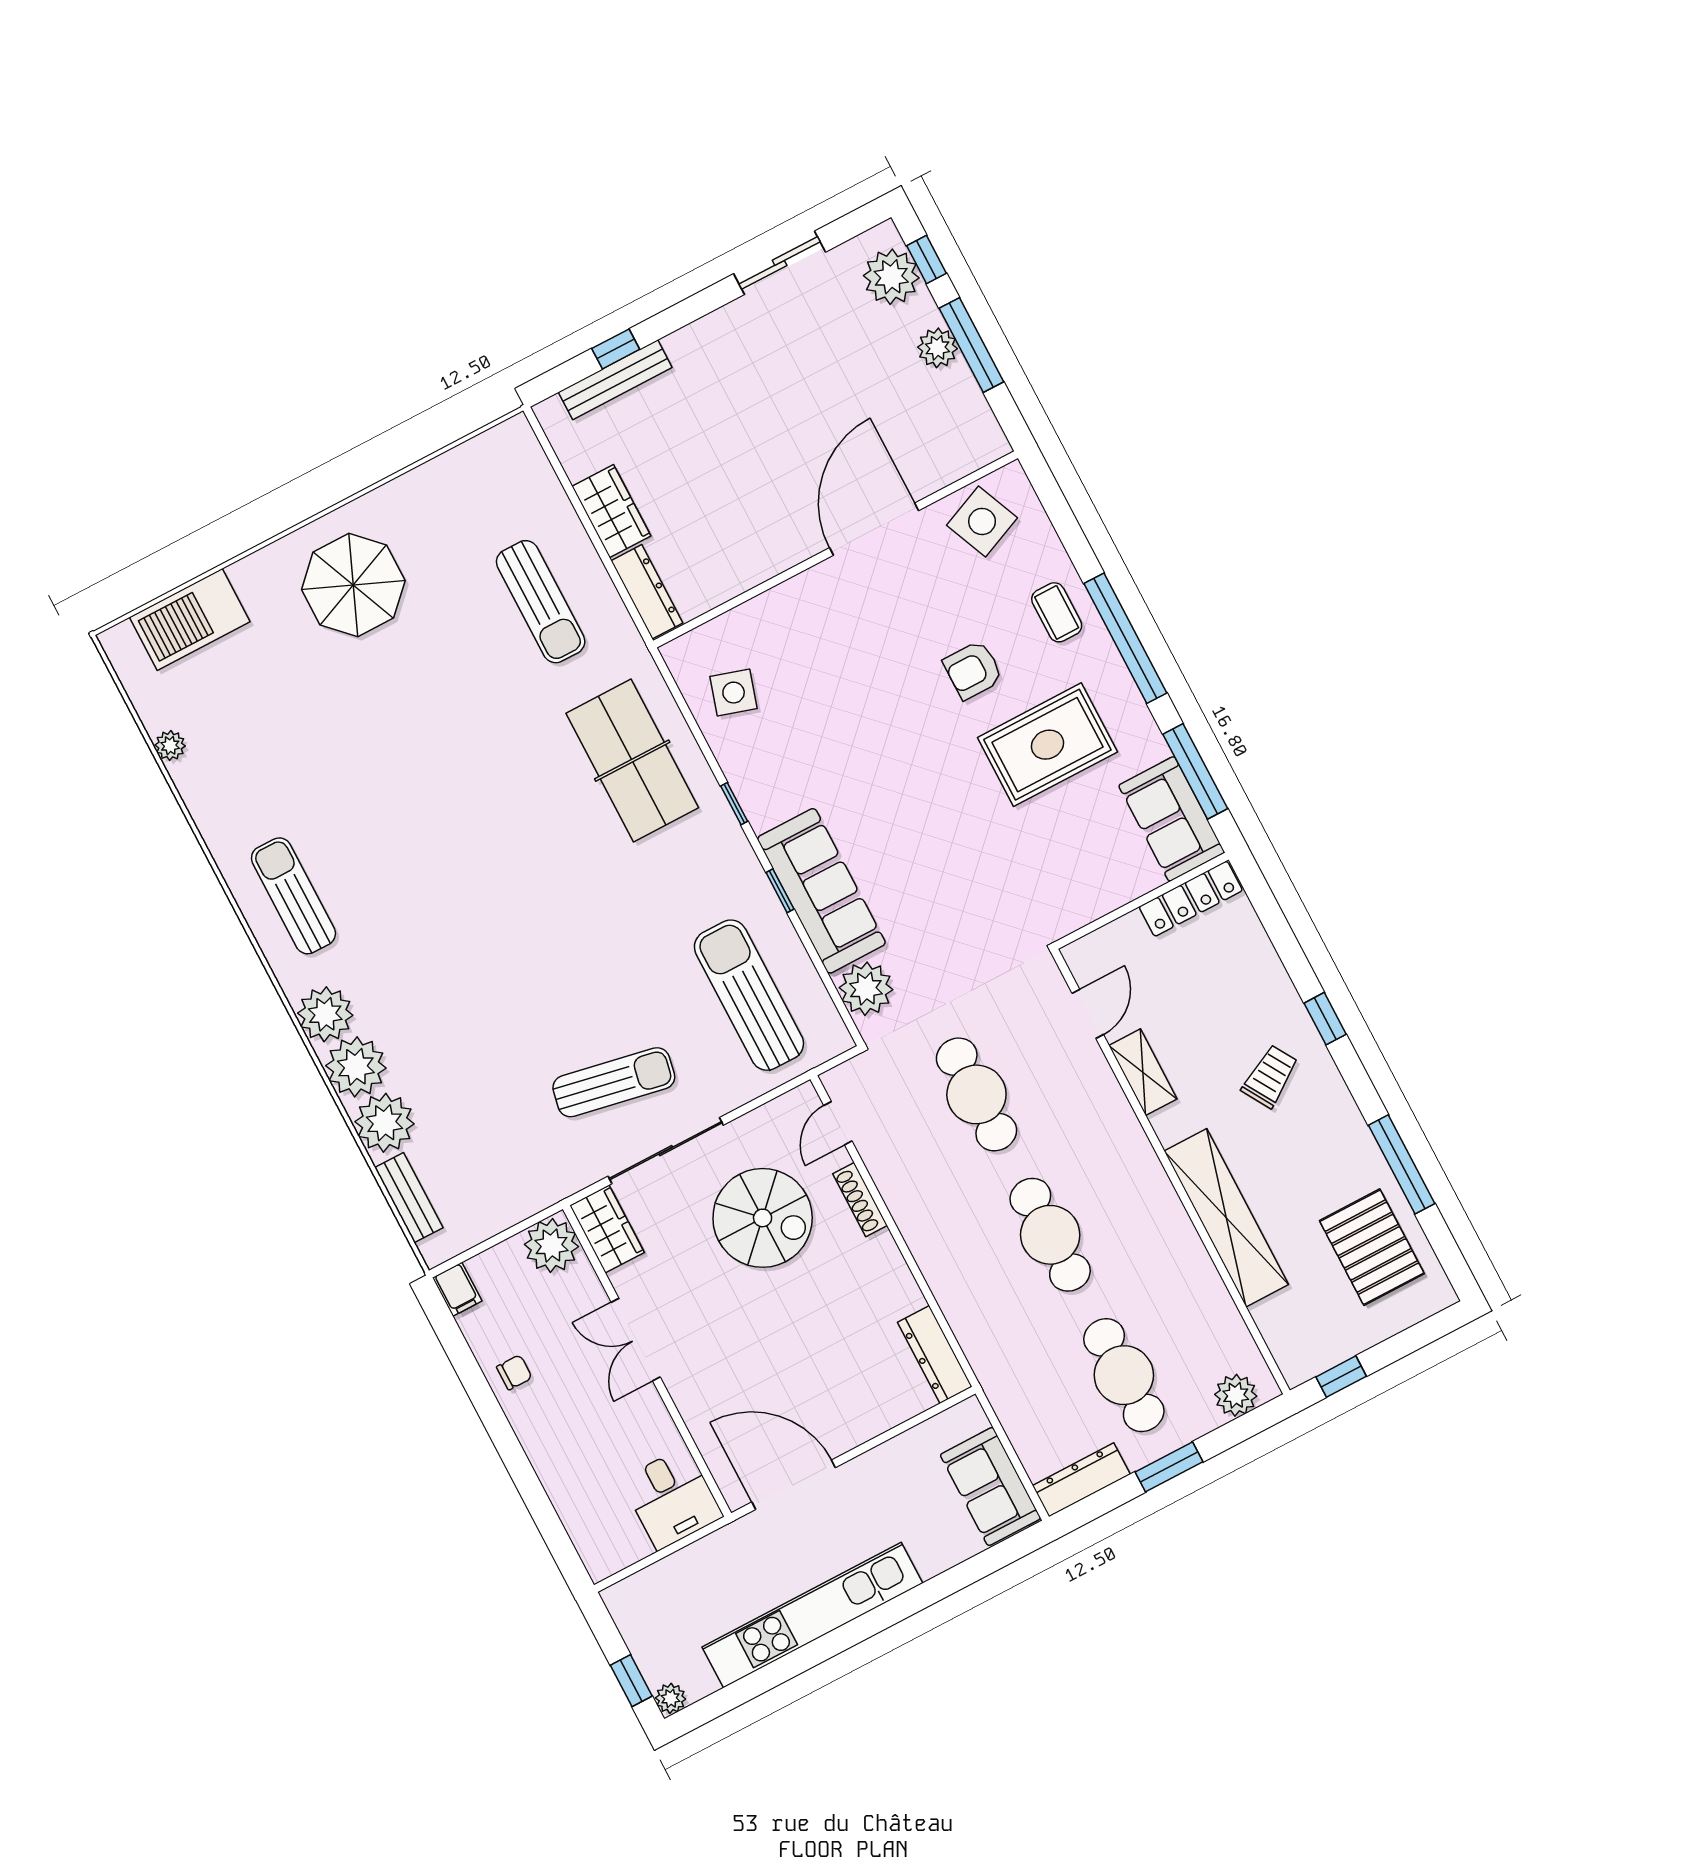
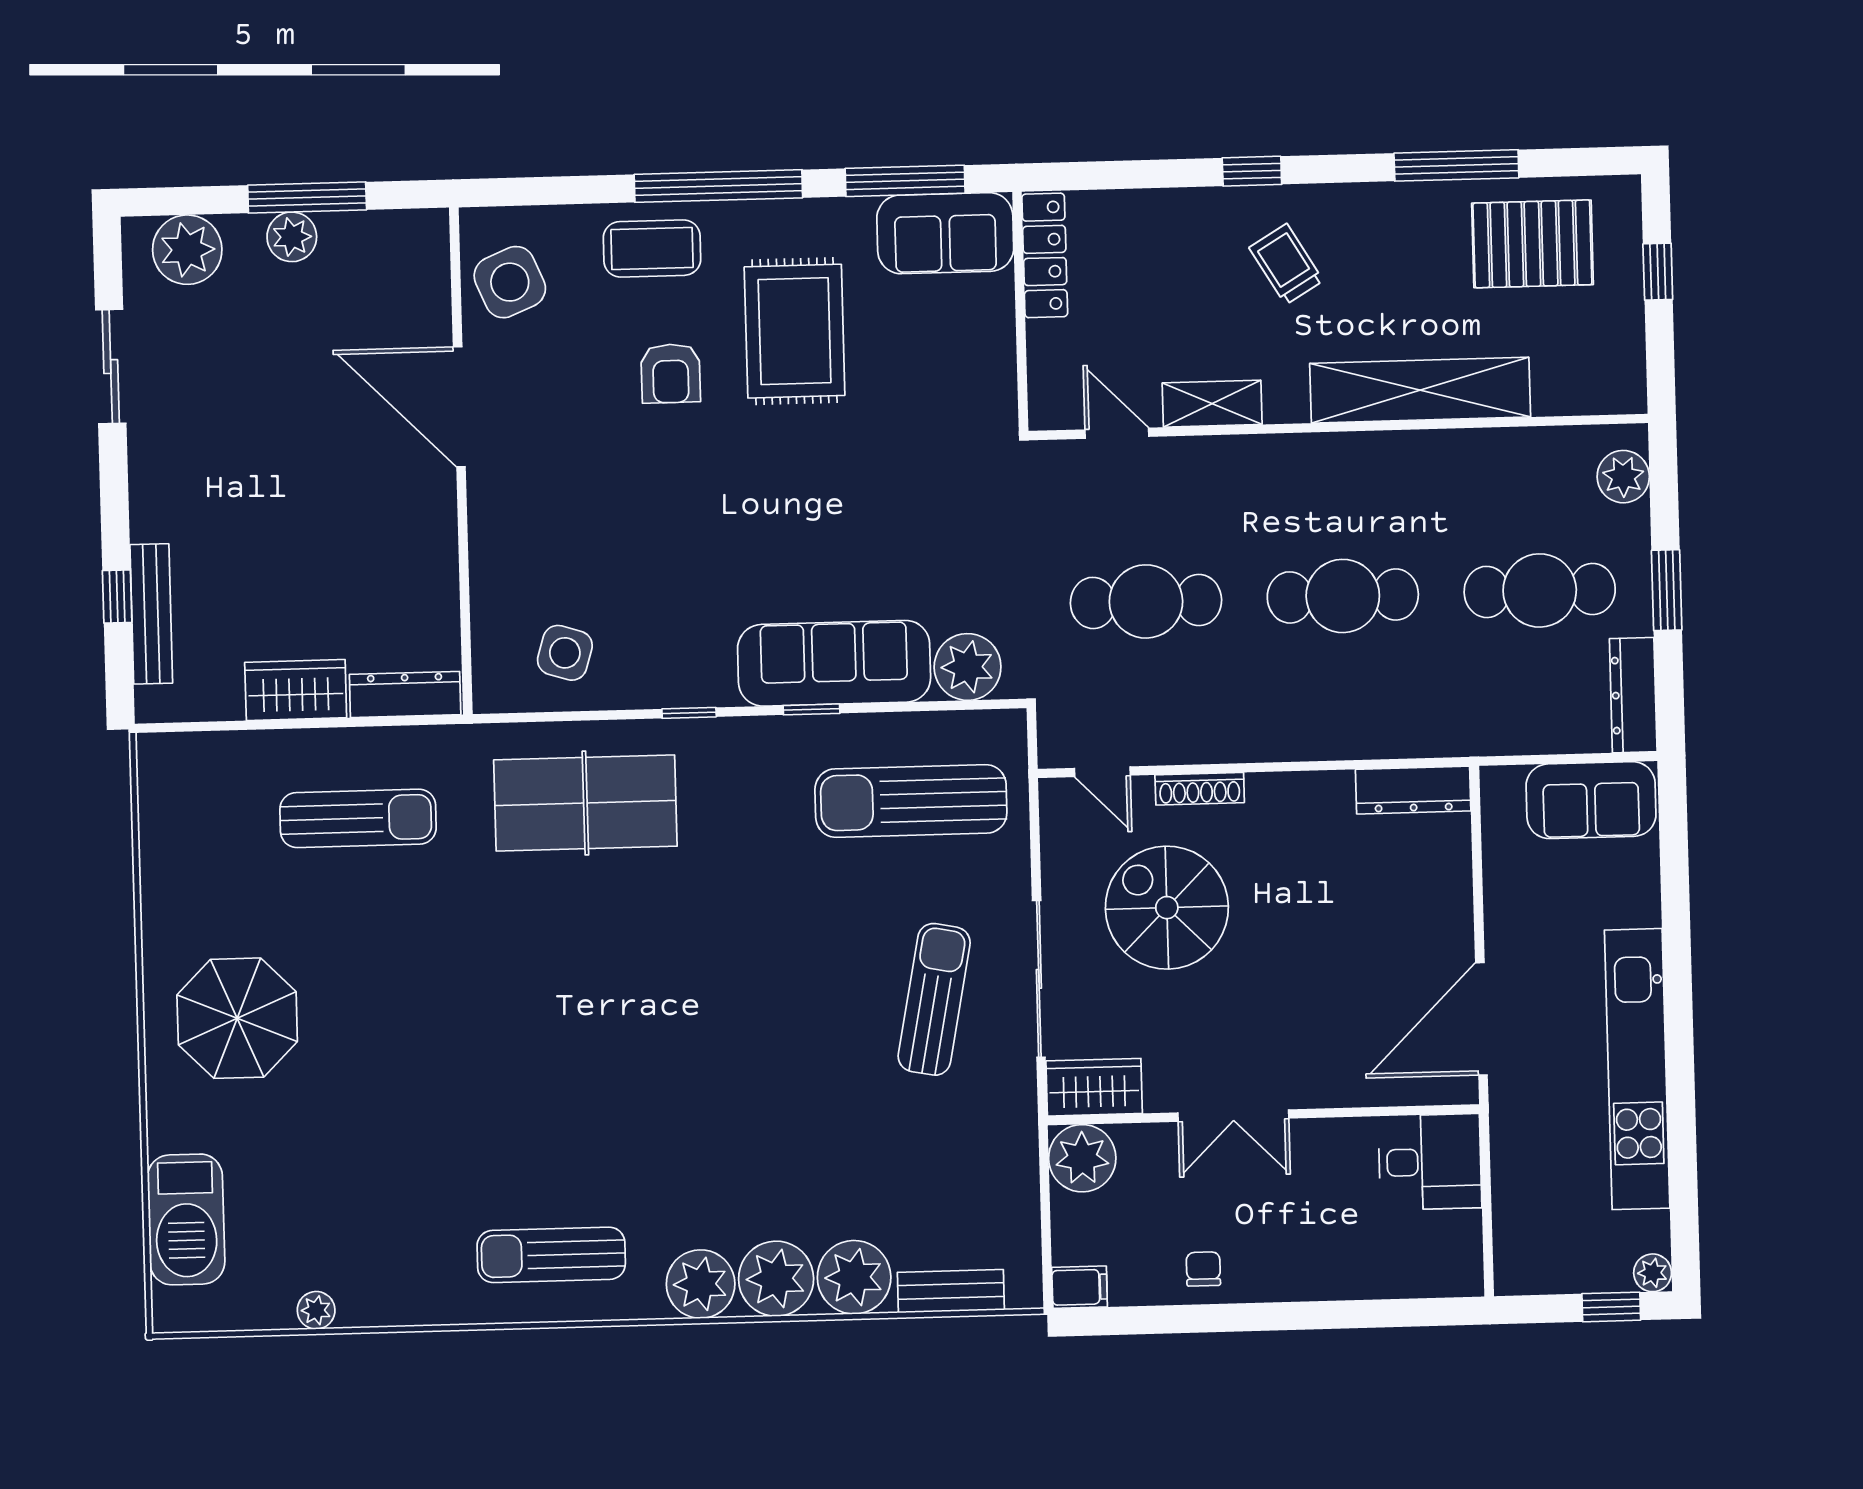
window: (927, 259) -> (187, 201), removed
coffee table: (1057, 612) -> (652, 248), width x1.36, depth x1.30
spiral stairs: (763, 1218) -> (1167, 908), turned -90
window: (1341, 1377) -> (1658, 272), moved

